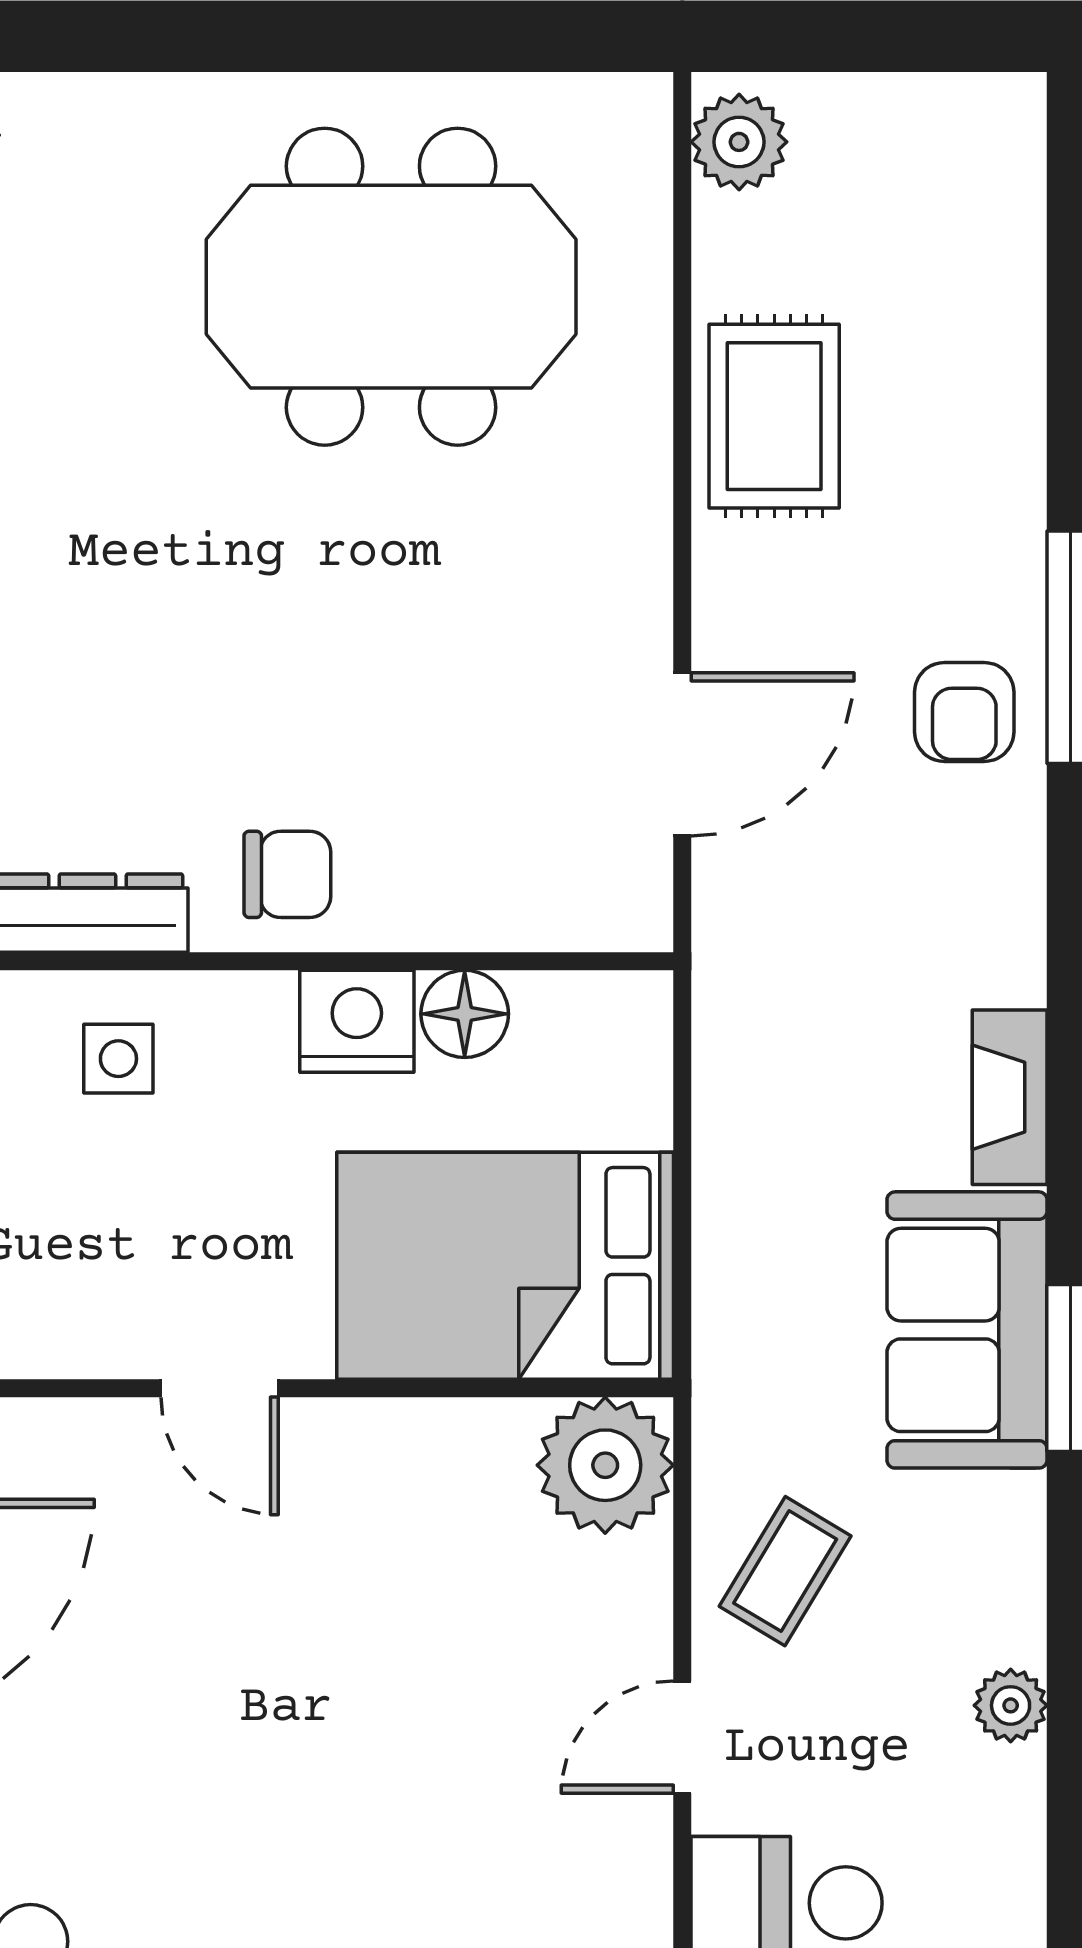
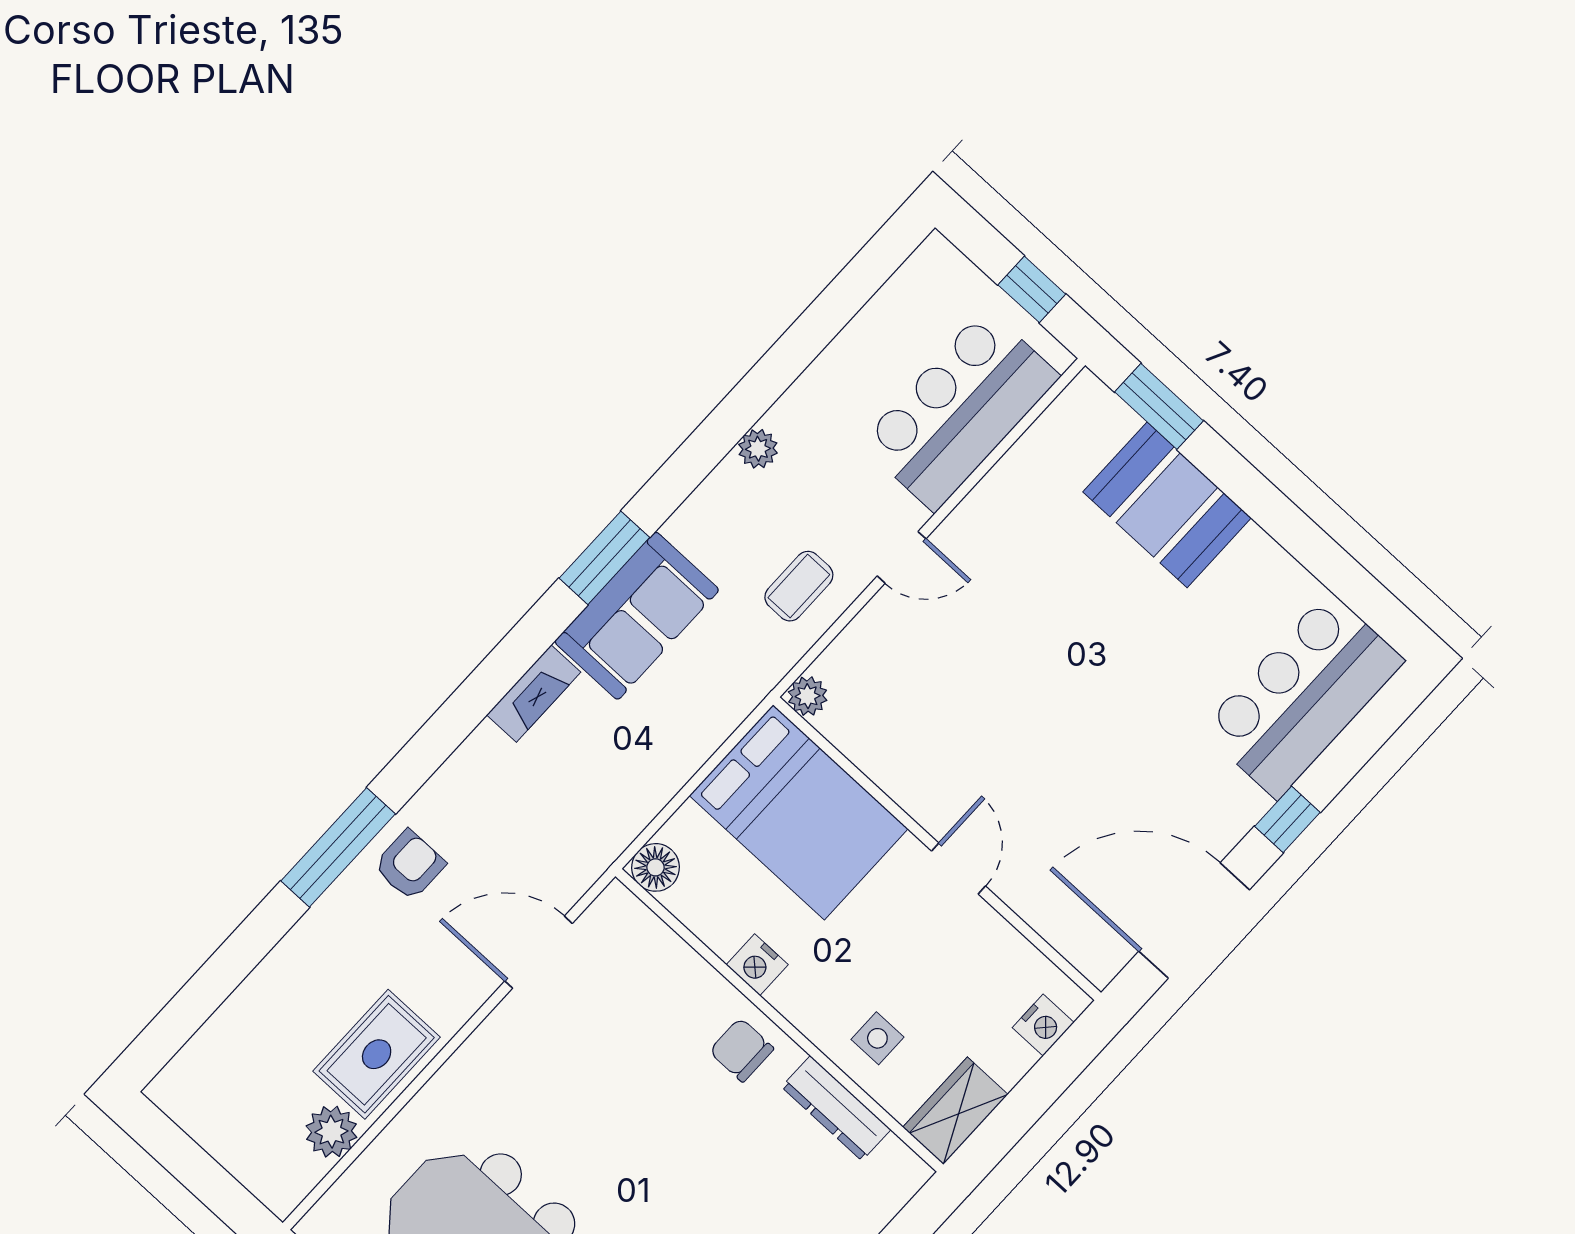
plant: (739, 142) -> (331, 1132), moved
floor lamp: (465, 1014) -> (656, 867), moved
nightstand: (357, 1021) -> (757, 965), width x0.74, depth x0.75
plant: (605, 1465) -> (808, 696), width x0.53, depth x0.53
coffee table: (785, 1571) -> (799, 586), turned -31

